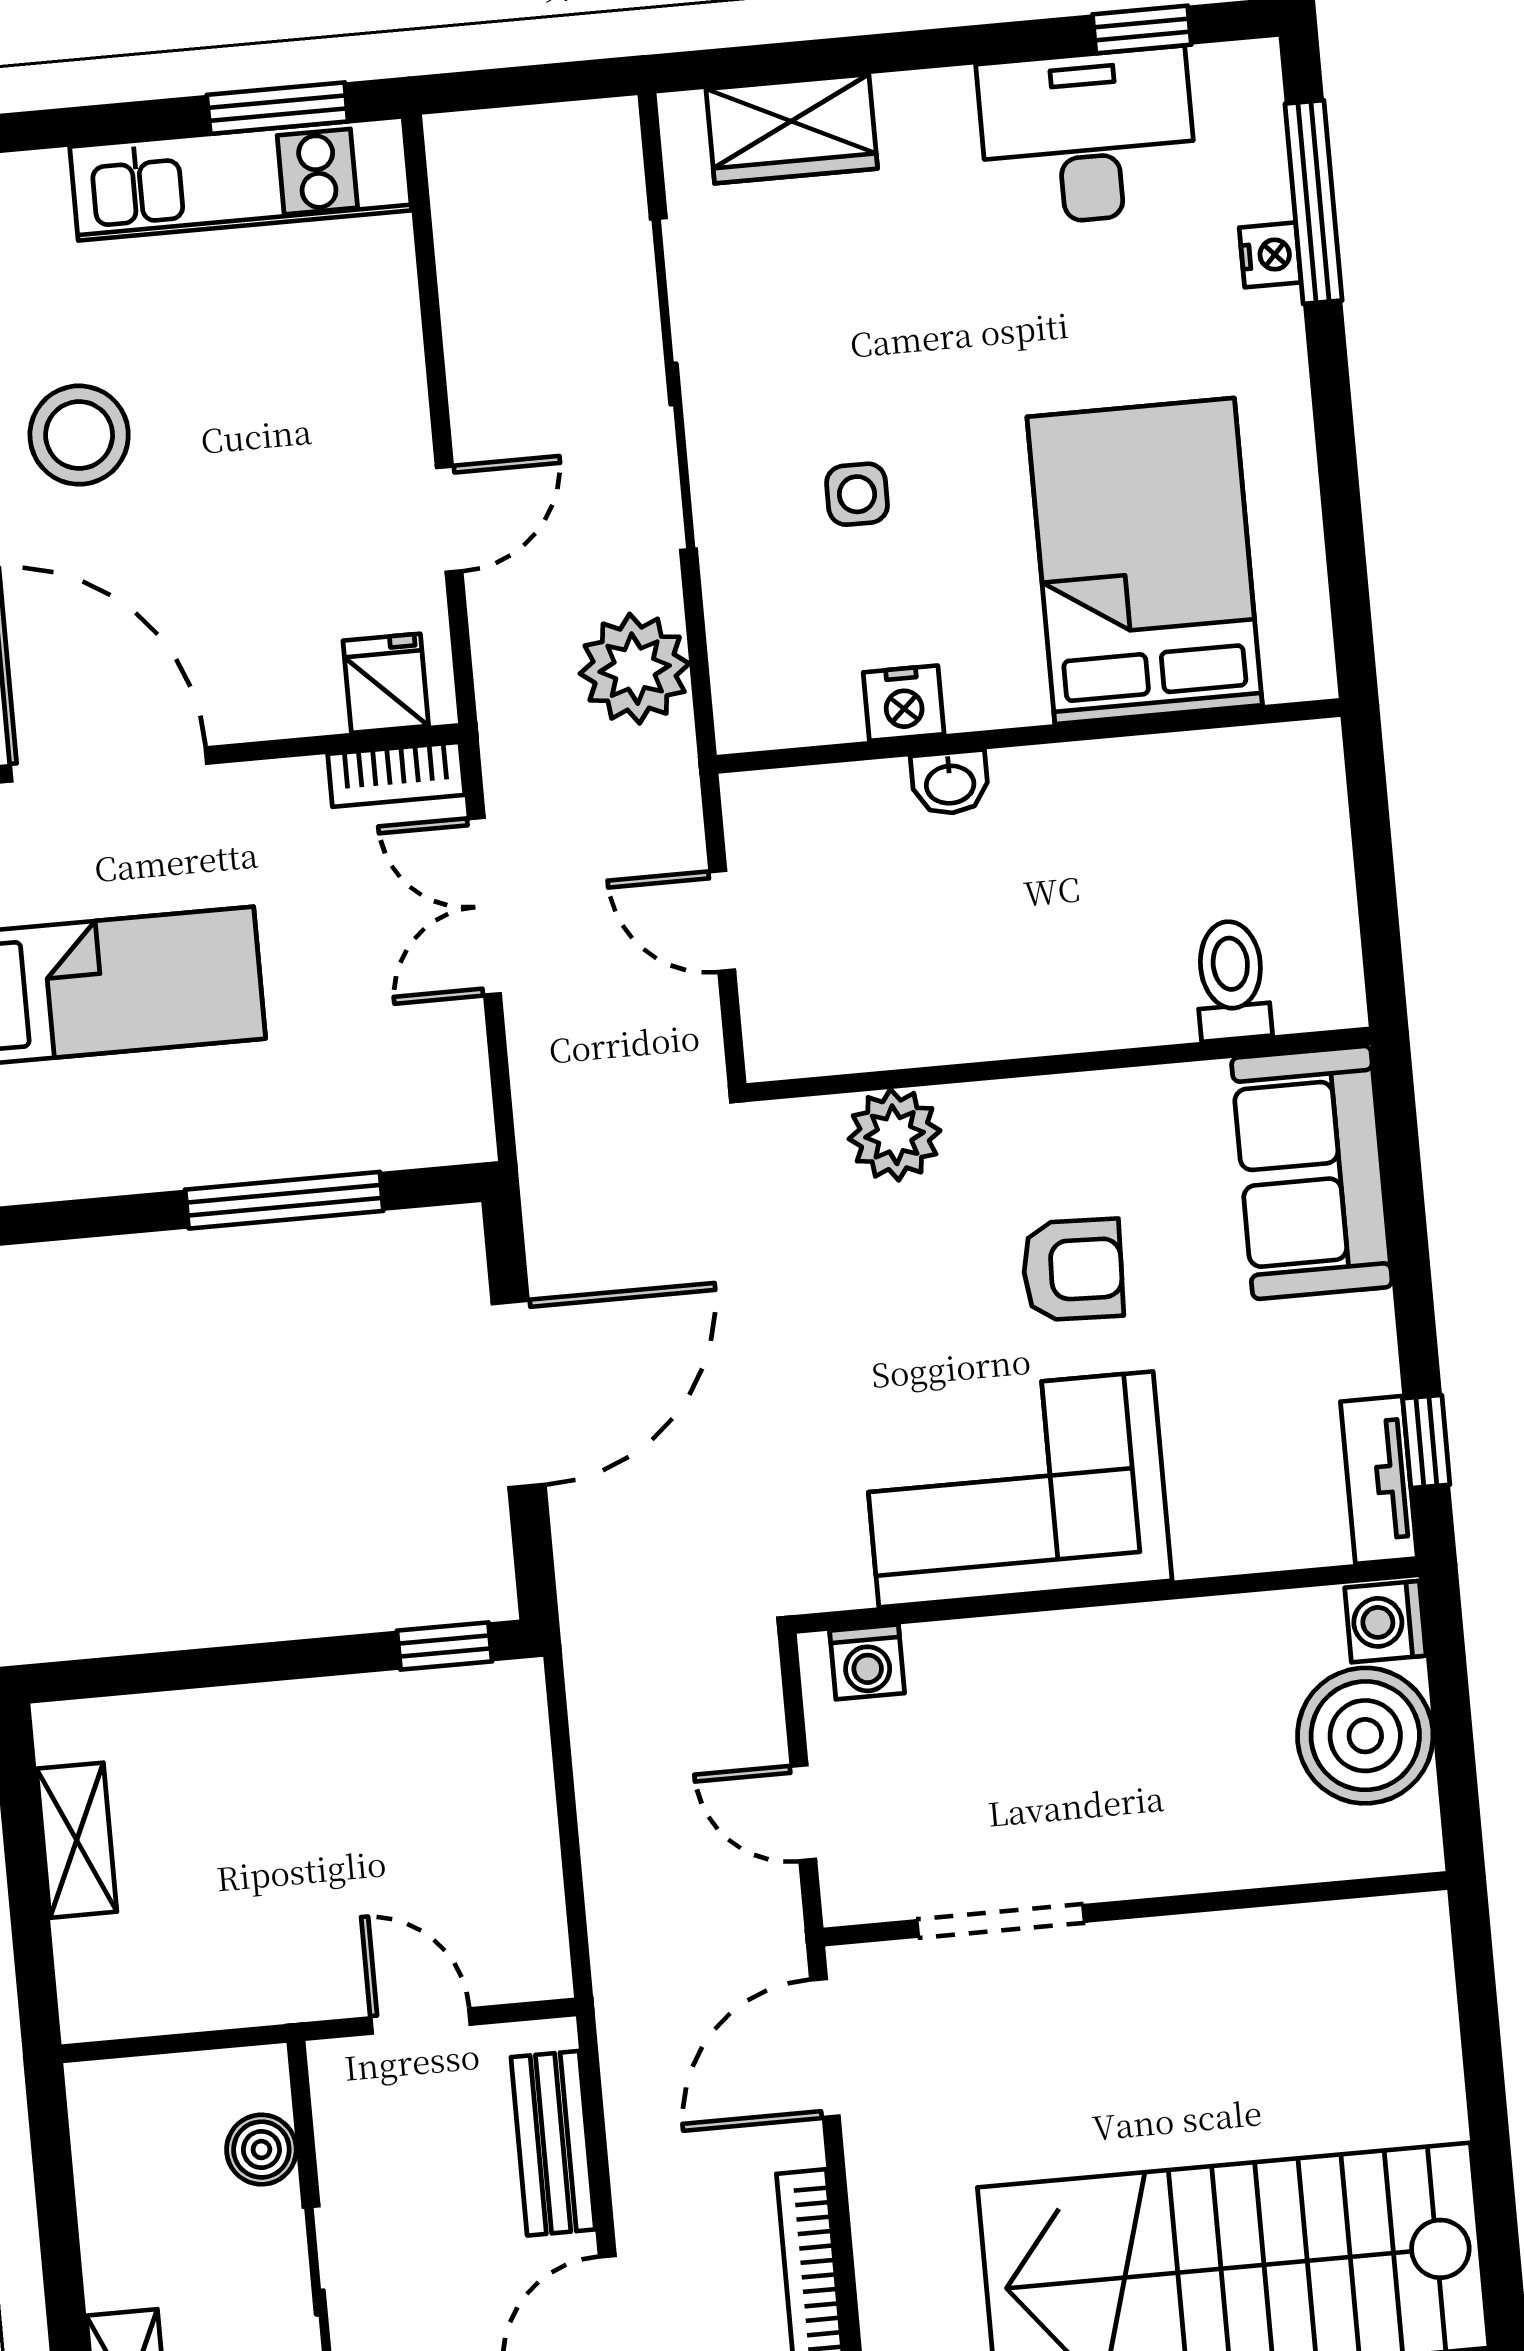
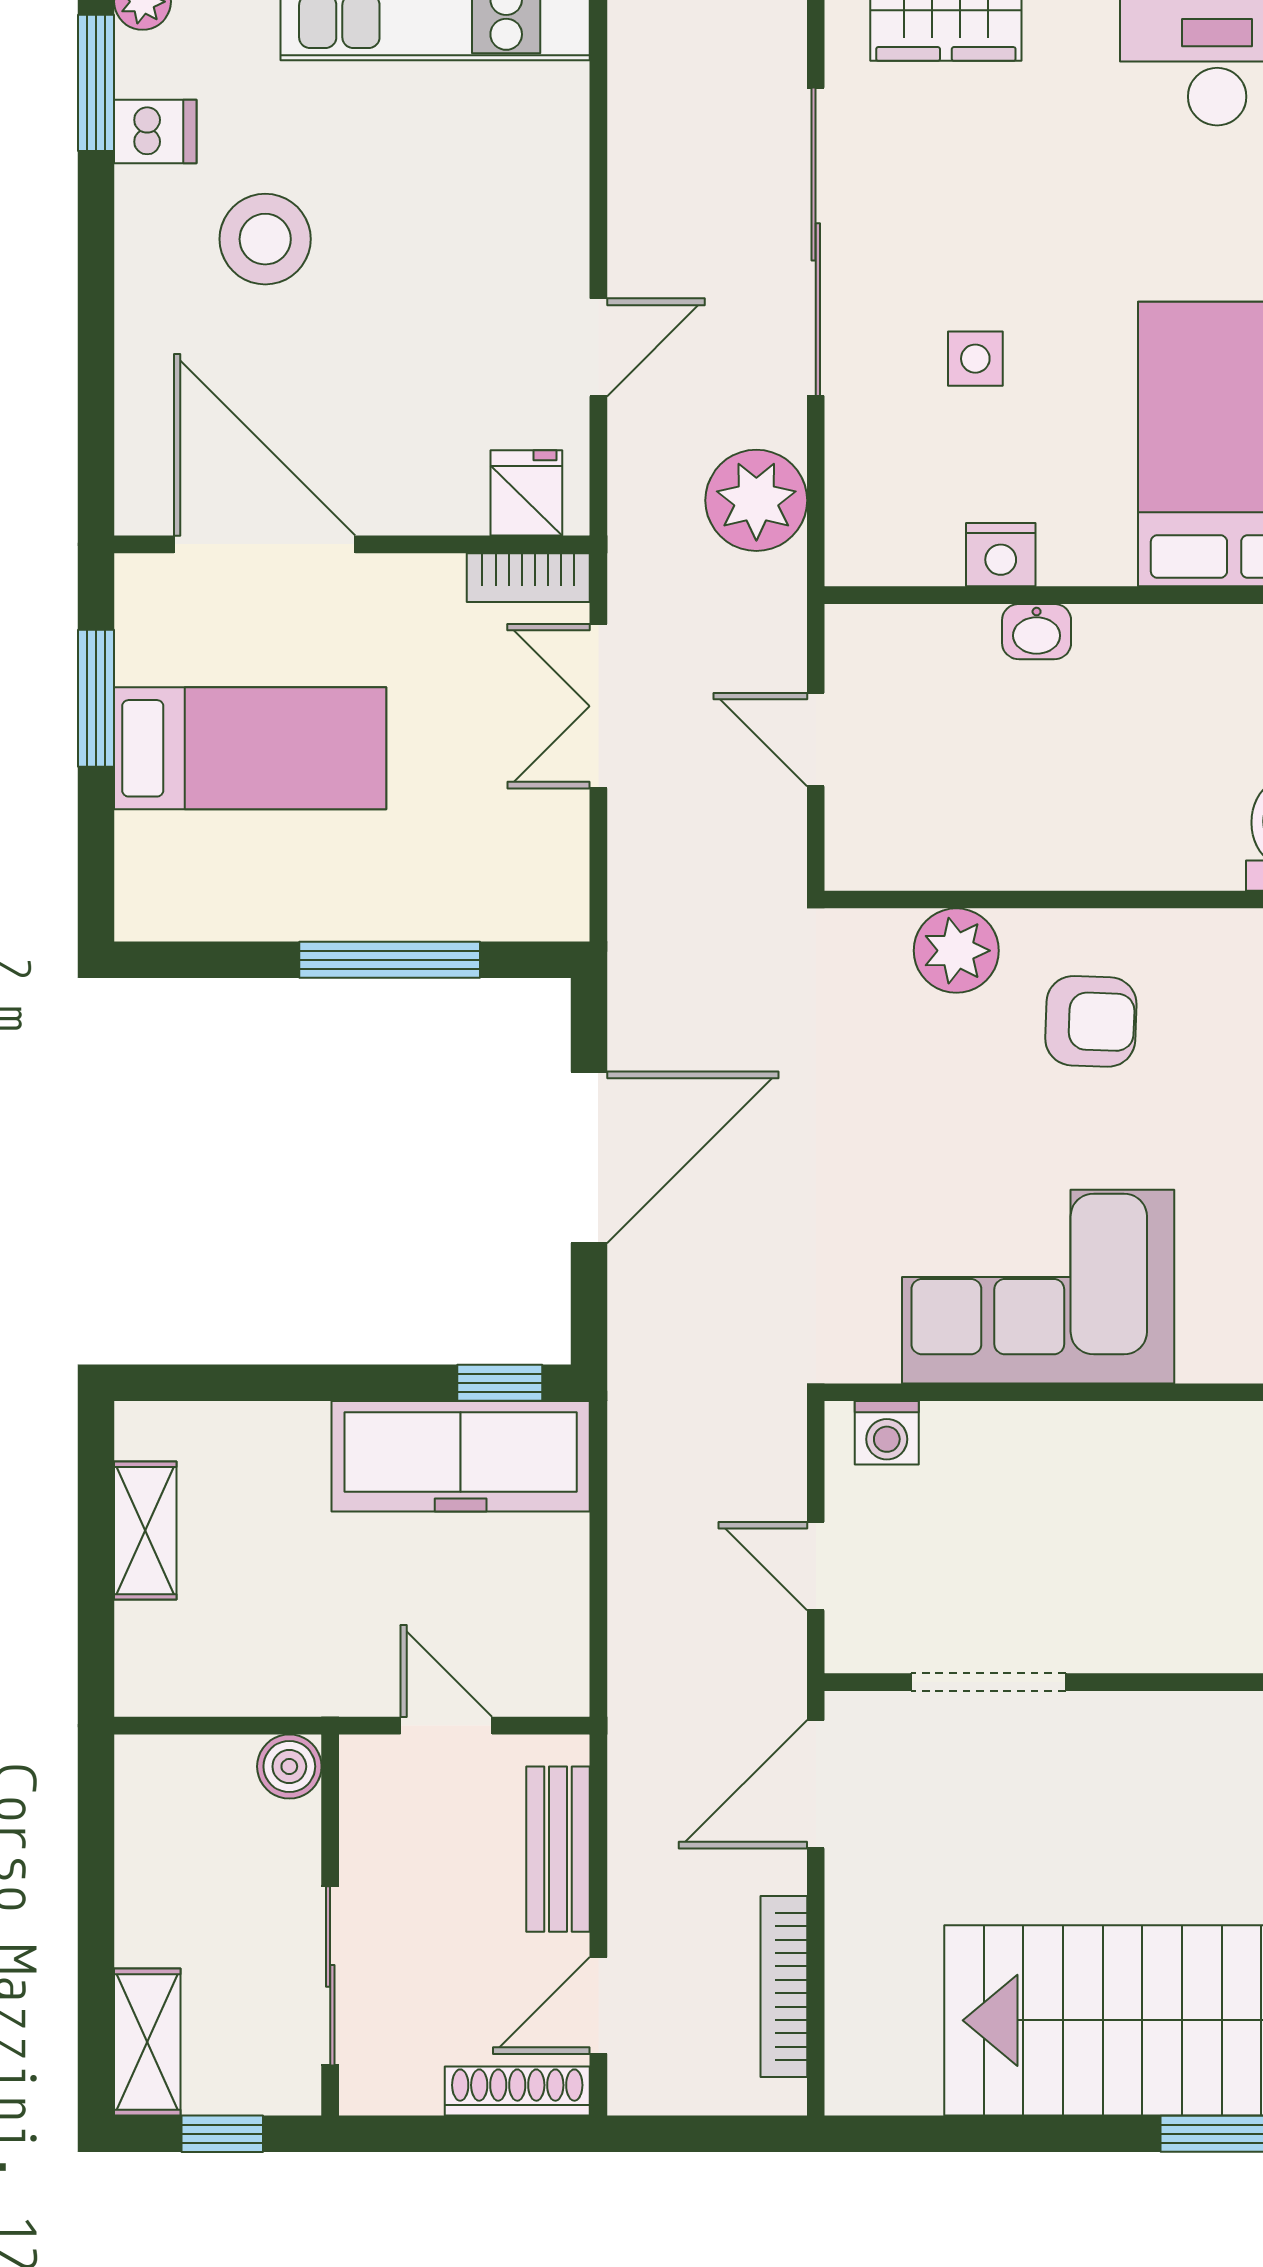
armchair: (1073, 1270) -> (1091, 1021), moved
freezer: (410, 1729) -> (461, 1456), added
boiler: (261, 2150) -> (289, 1766), moved

